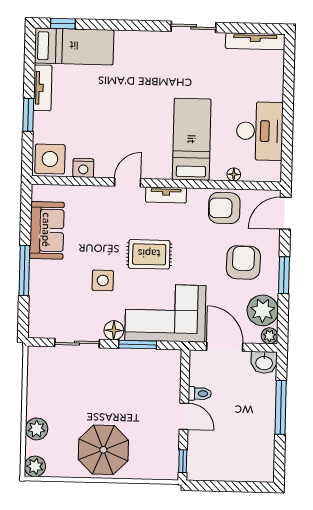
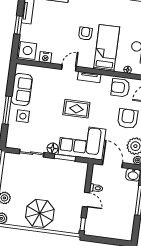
armchair: (151, 117) -> (85, 34), added
side table: (103, 280) -> (23, 116), moved

